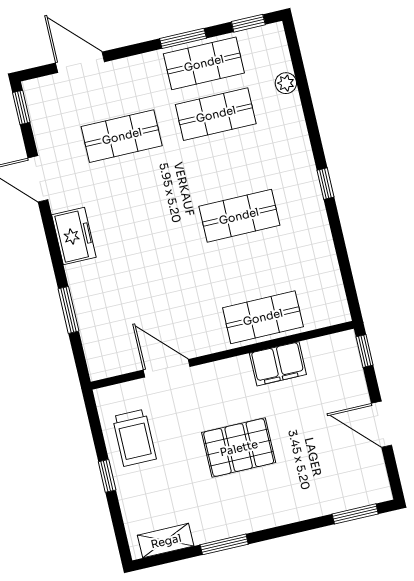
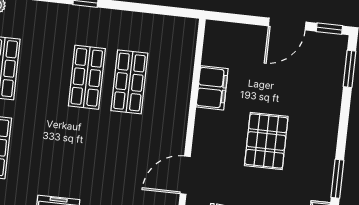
shop shelf: (263, 317) -> (129, 82), moved
window: (364, 351) -> (329, 29), moved

